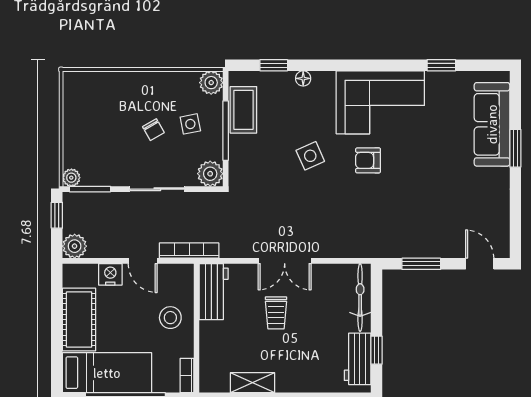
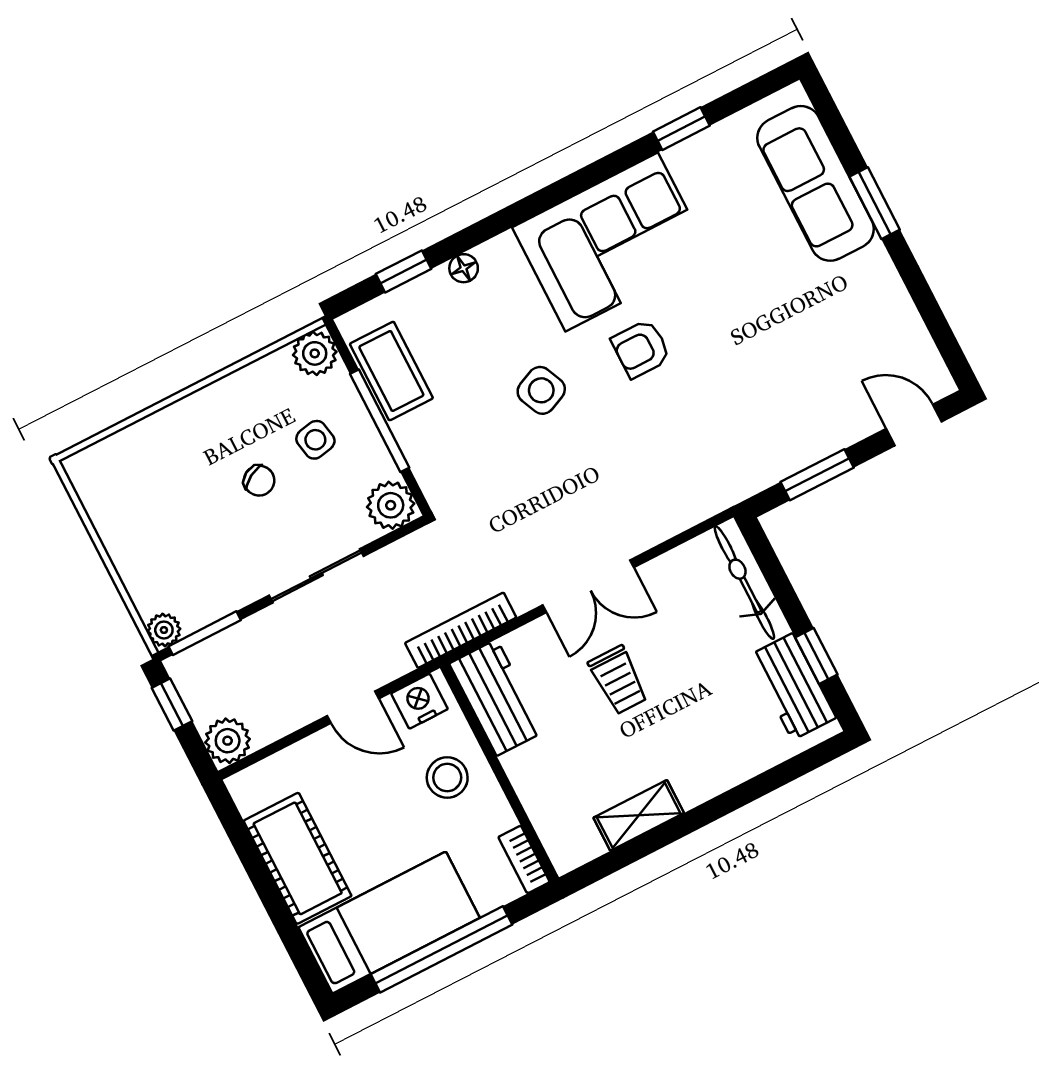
bookcase: (189, 251) -> (461, 630), moved
nightstand: (110, 274) -> (419, 701), moved

